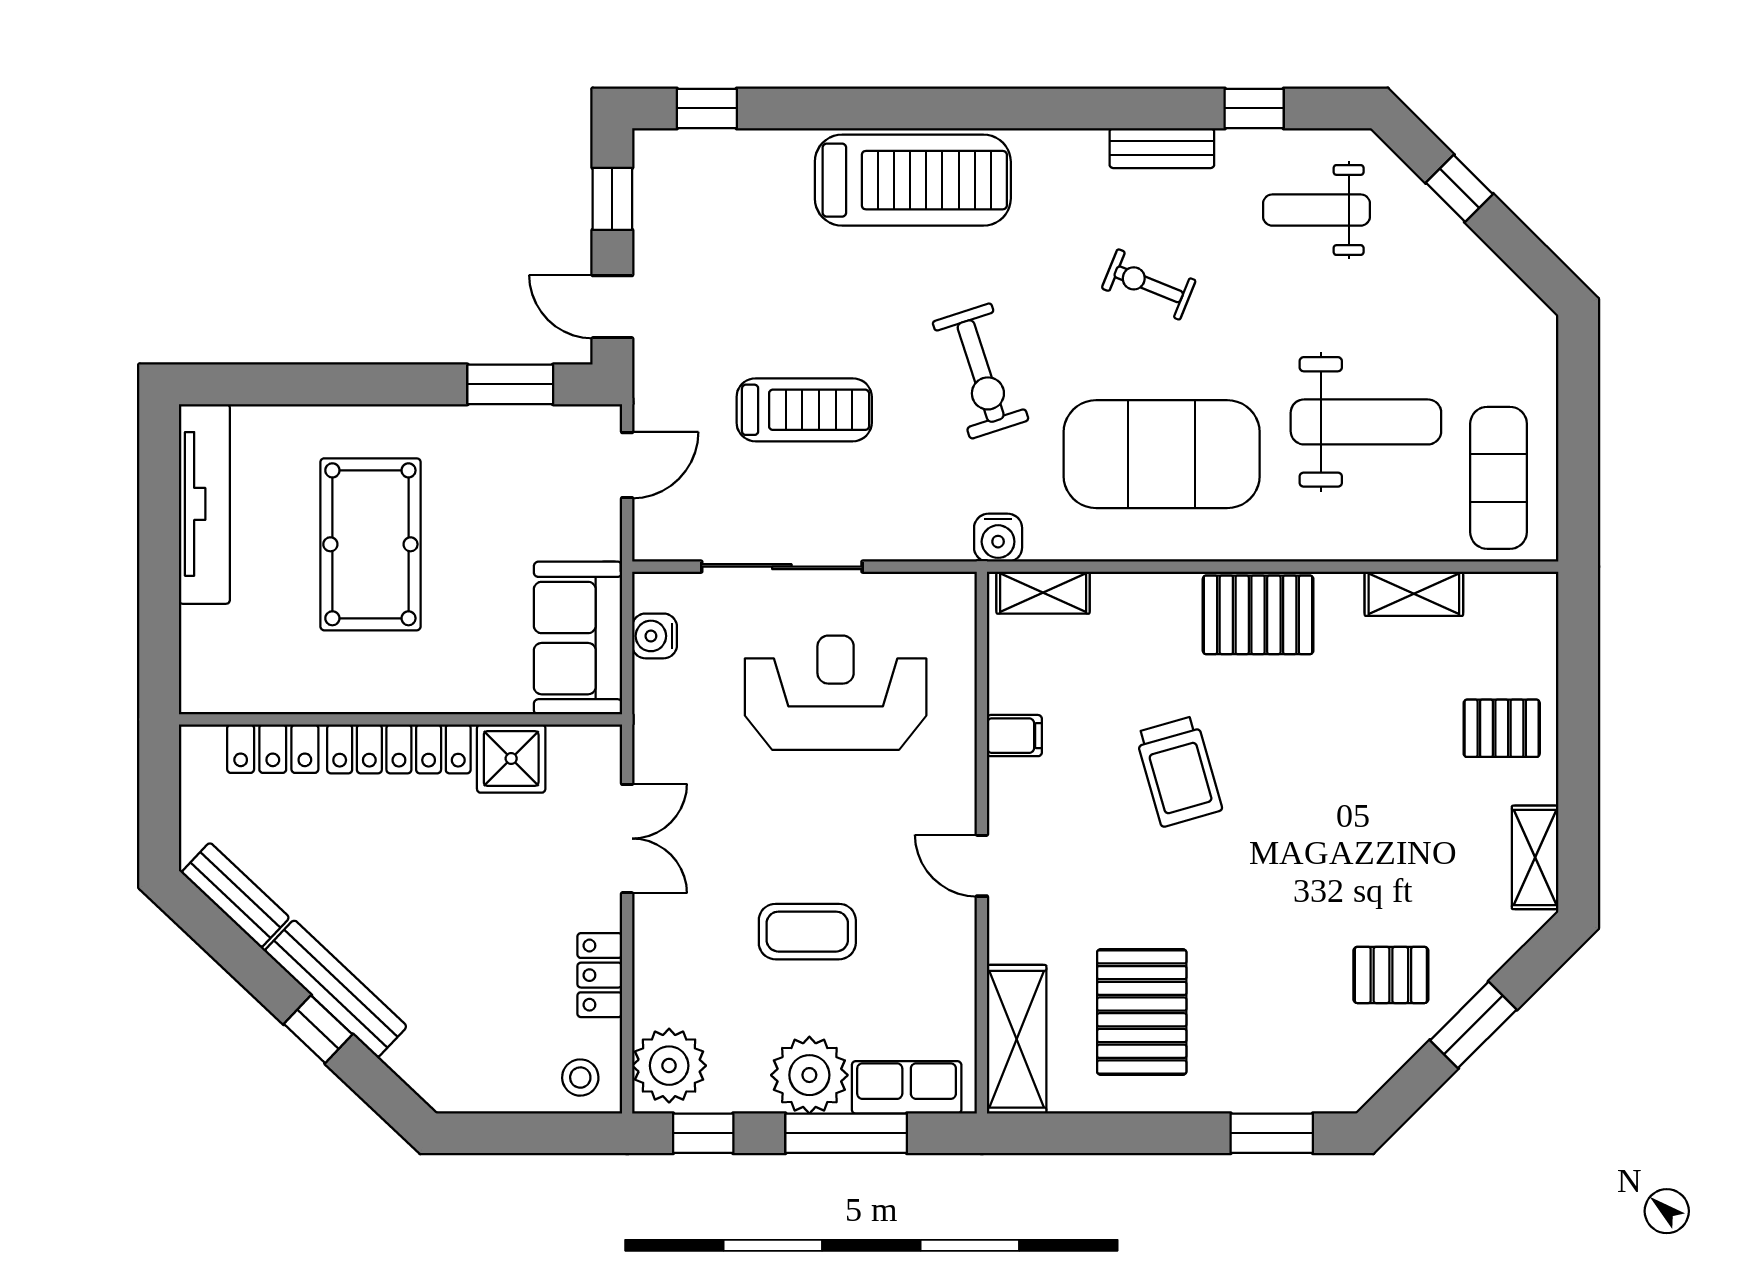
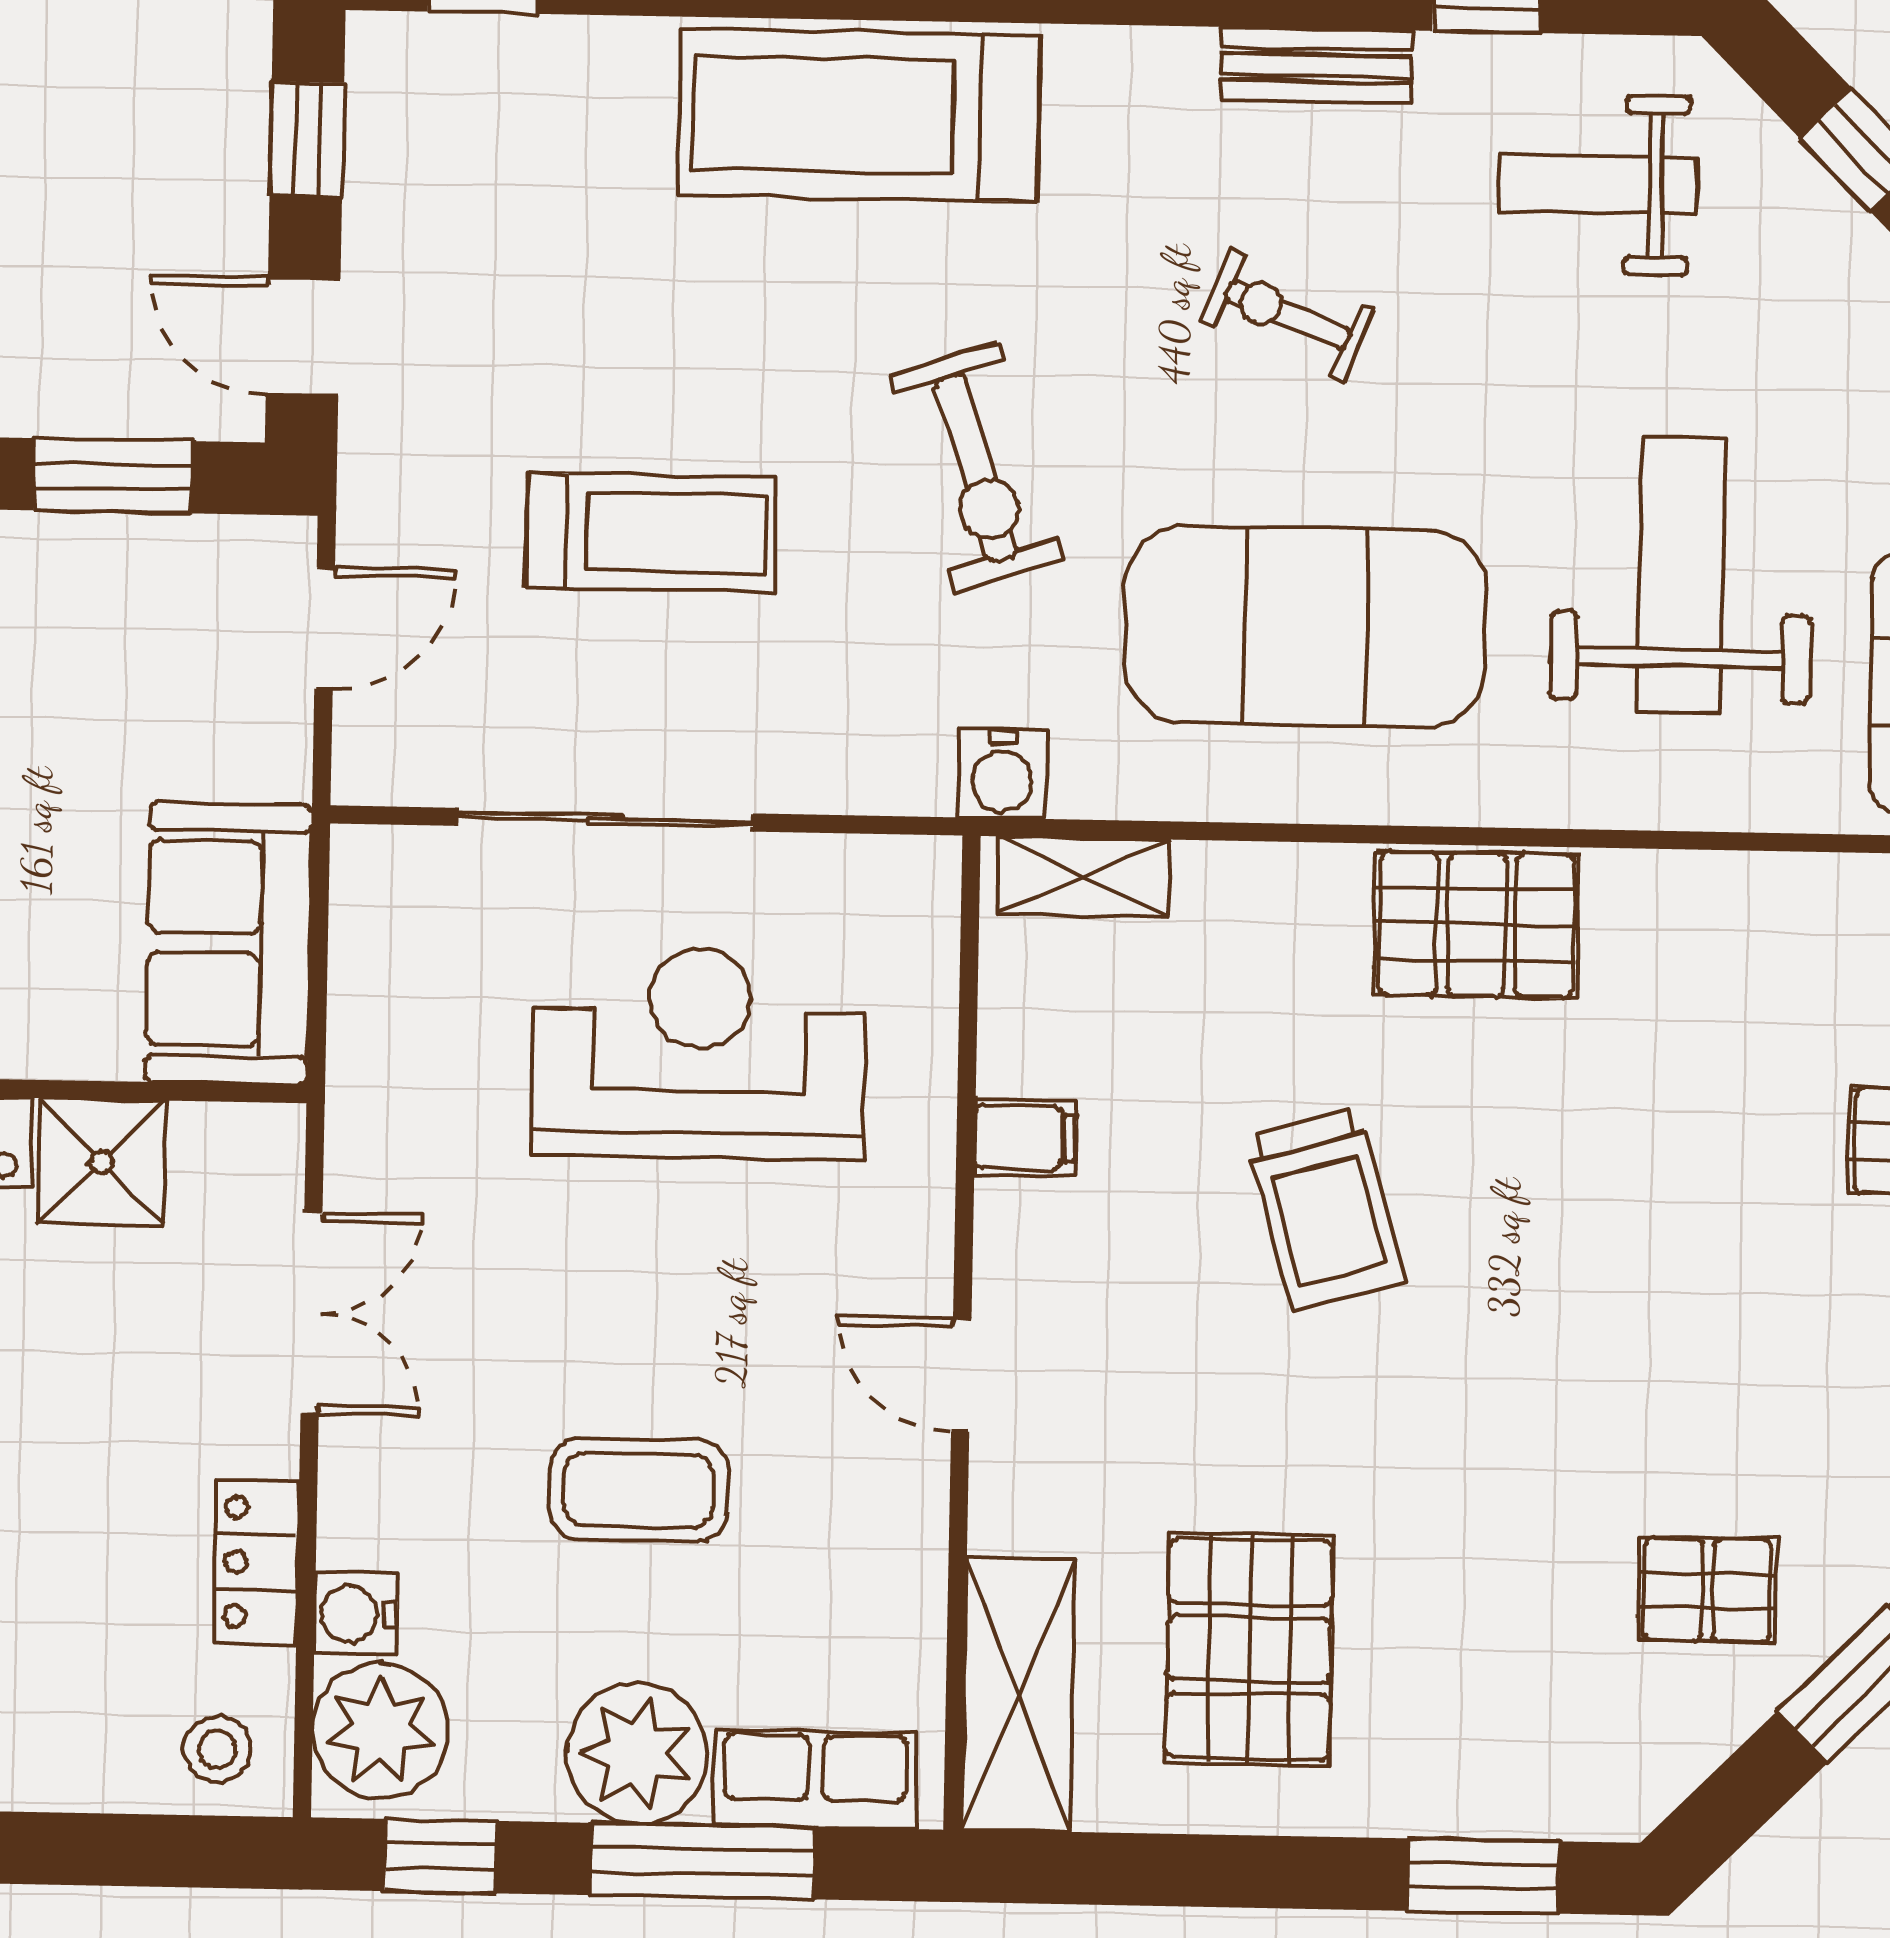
treadmill: (913, 180) -> (859, 115), turned 180
weight bench: (1366, 422) -> (1681, 575), turned -90
shelving: (1414, 594) -> (1763, 892), removed
water cooler: (654, 636) -> (356, 1614), moved

